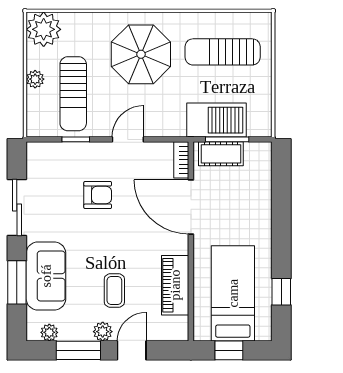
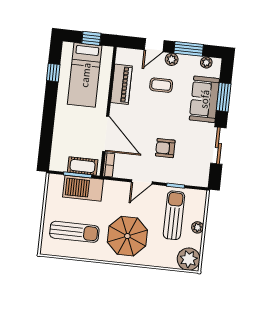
coffee table: (114, 291) -> (161, 85), turned 90

